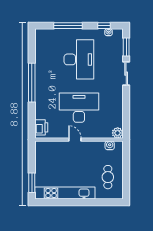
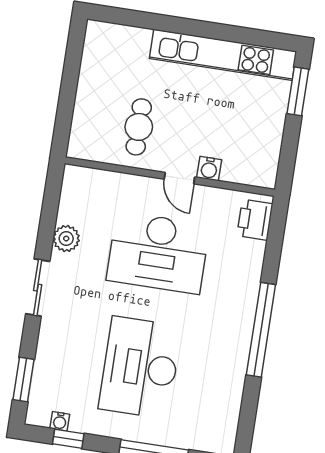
sliding door: (126, 74) -> (38, 288), moved
plant: (118, 133) -> (66, 239), moved
water cooler: (110, 145) -> (209, 169), moved
cafe table: (108, 177) -> (139, 127), moved

